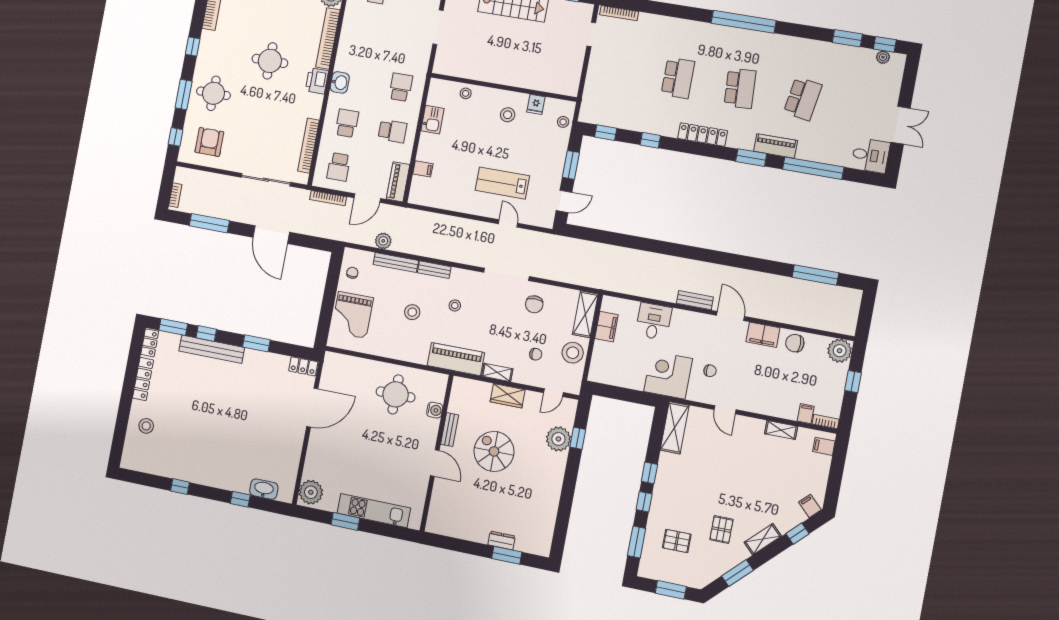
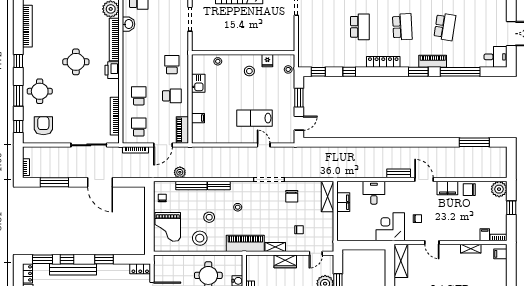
washbasin: (340, 82) -> (128, 24), moved
school desk: (339, 167) -> (139, 127), turned 180
stool: (573, 353) -> (200, 238), moved

